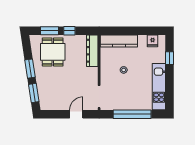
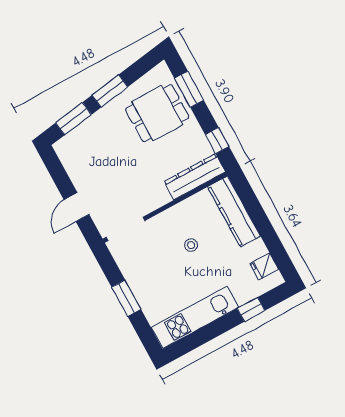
window: (69, 31) -> (217, 141), moved
door: (76, 114) -> (77, 207), swing flipped
window: (132, 114) -> (126, 298), width x0.47

